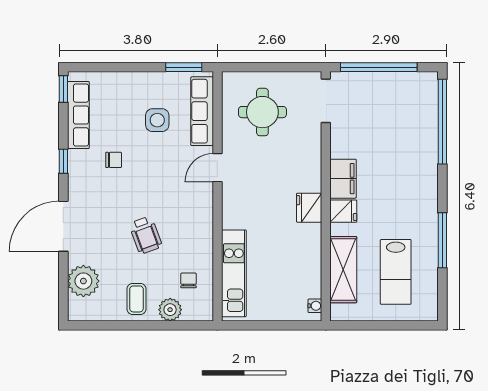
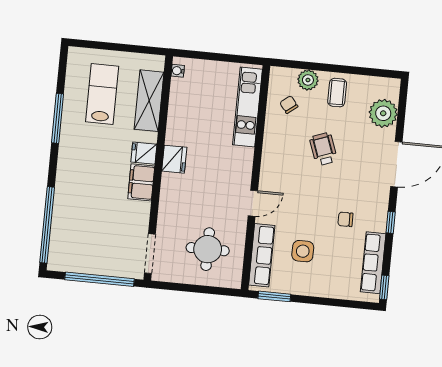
chair: (189, 280) -> (289, 105), turned 142

